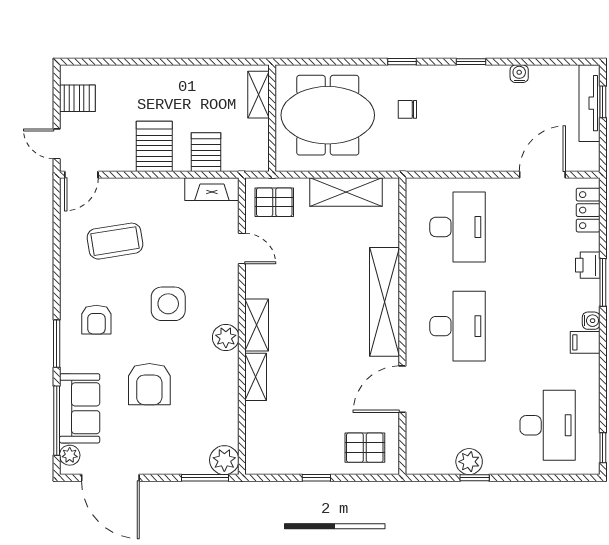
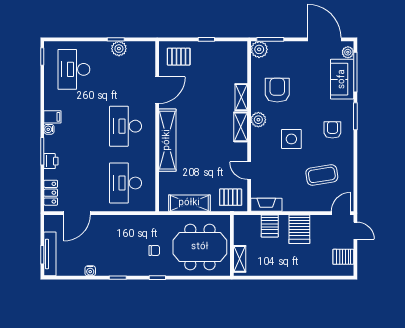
armchair: (149, 384) -> (277, 90), moved

